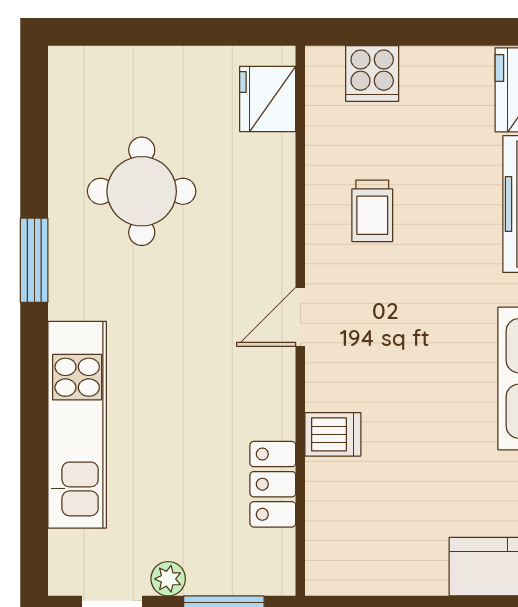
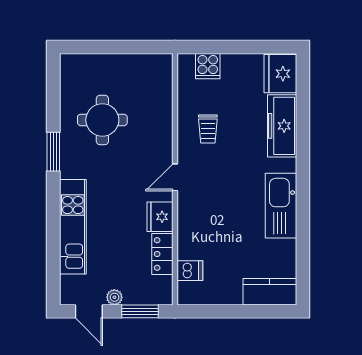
fridge: (268, 99) -> (160, 217), moved
dishwasher: (333, 434) -> (190, 271), moved

